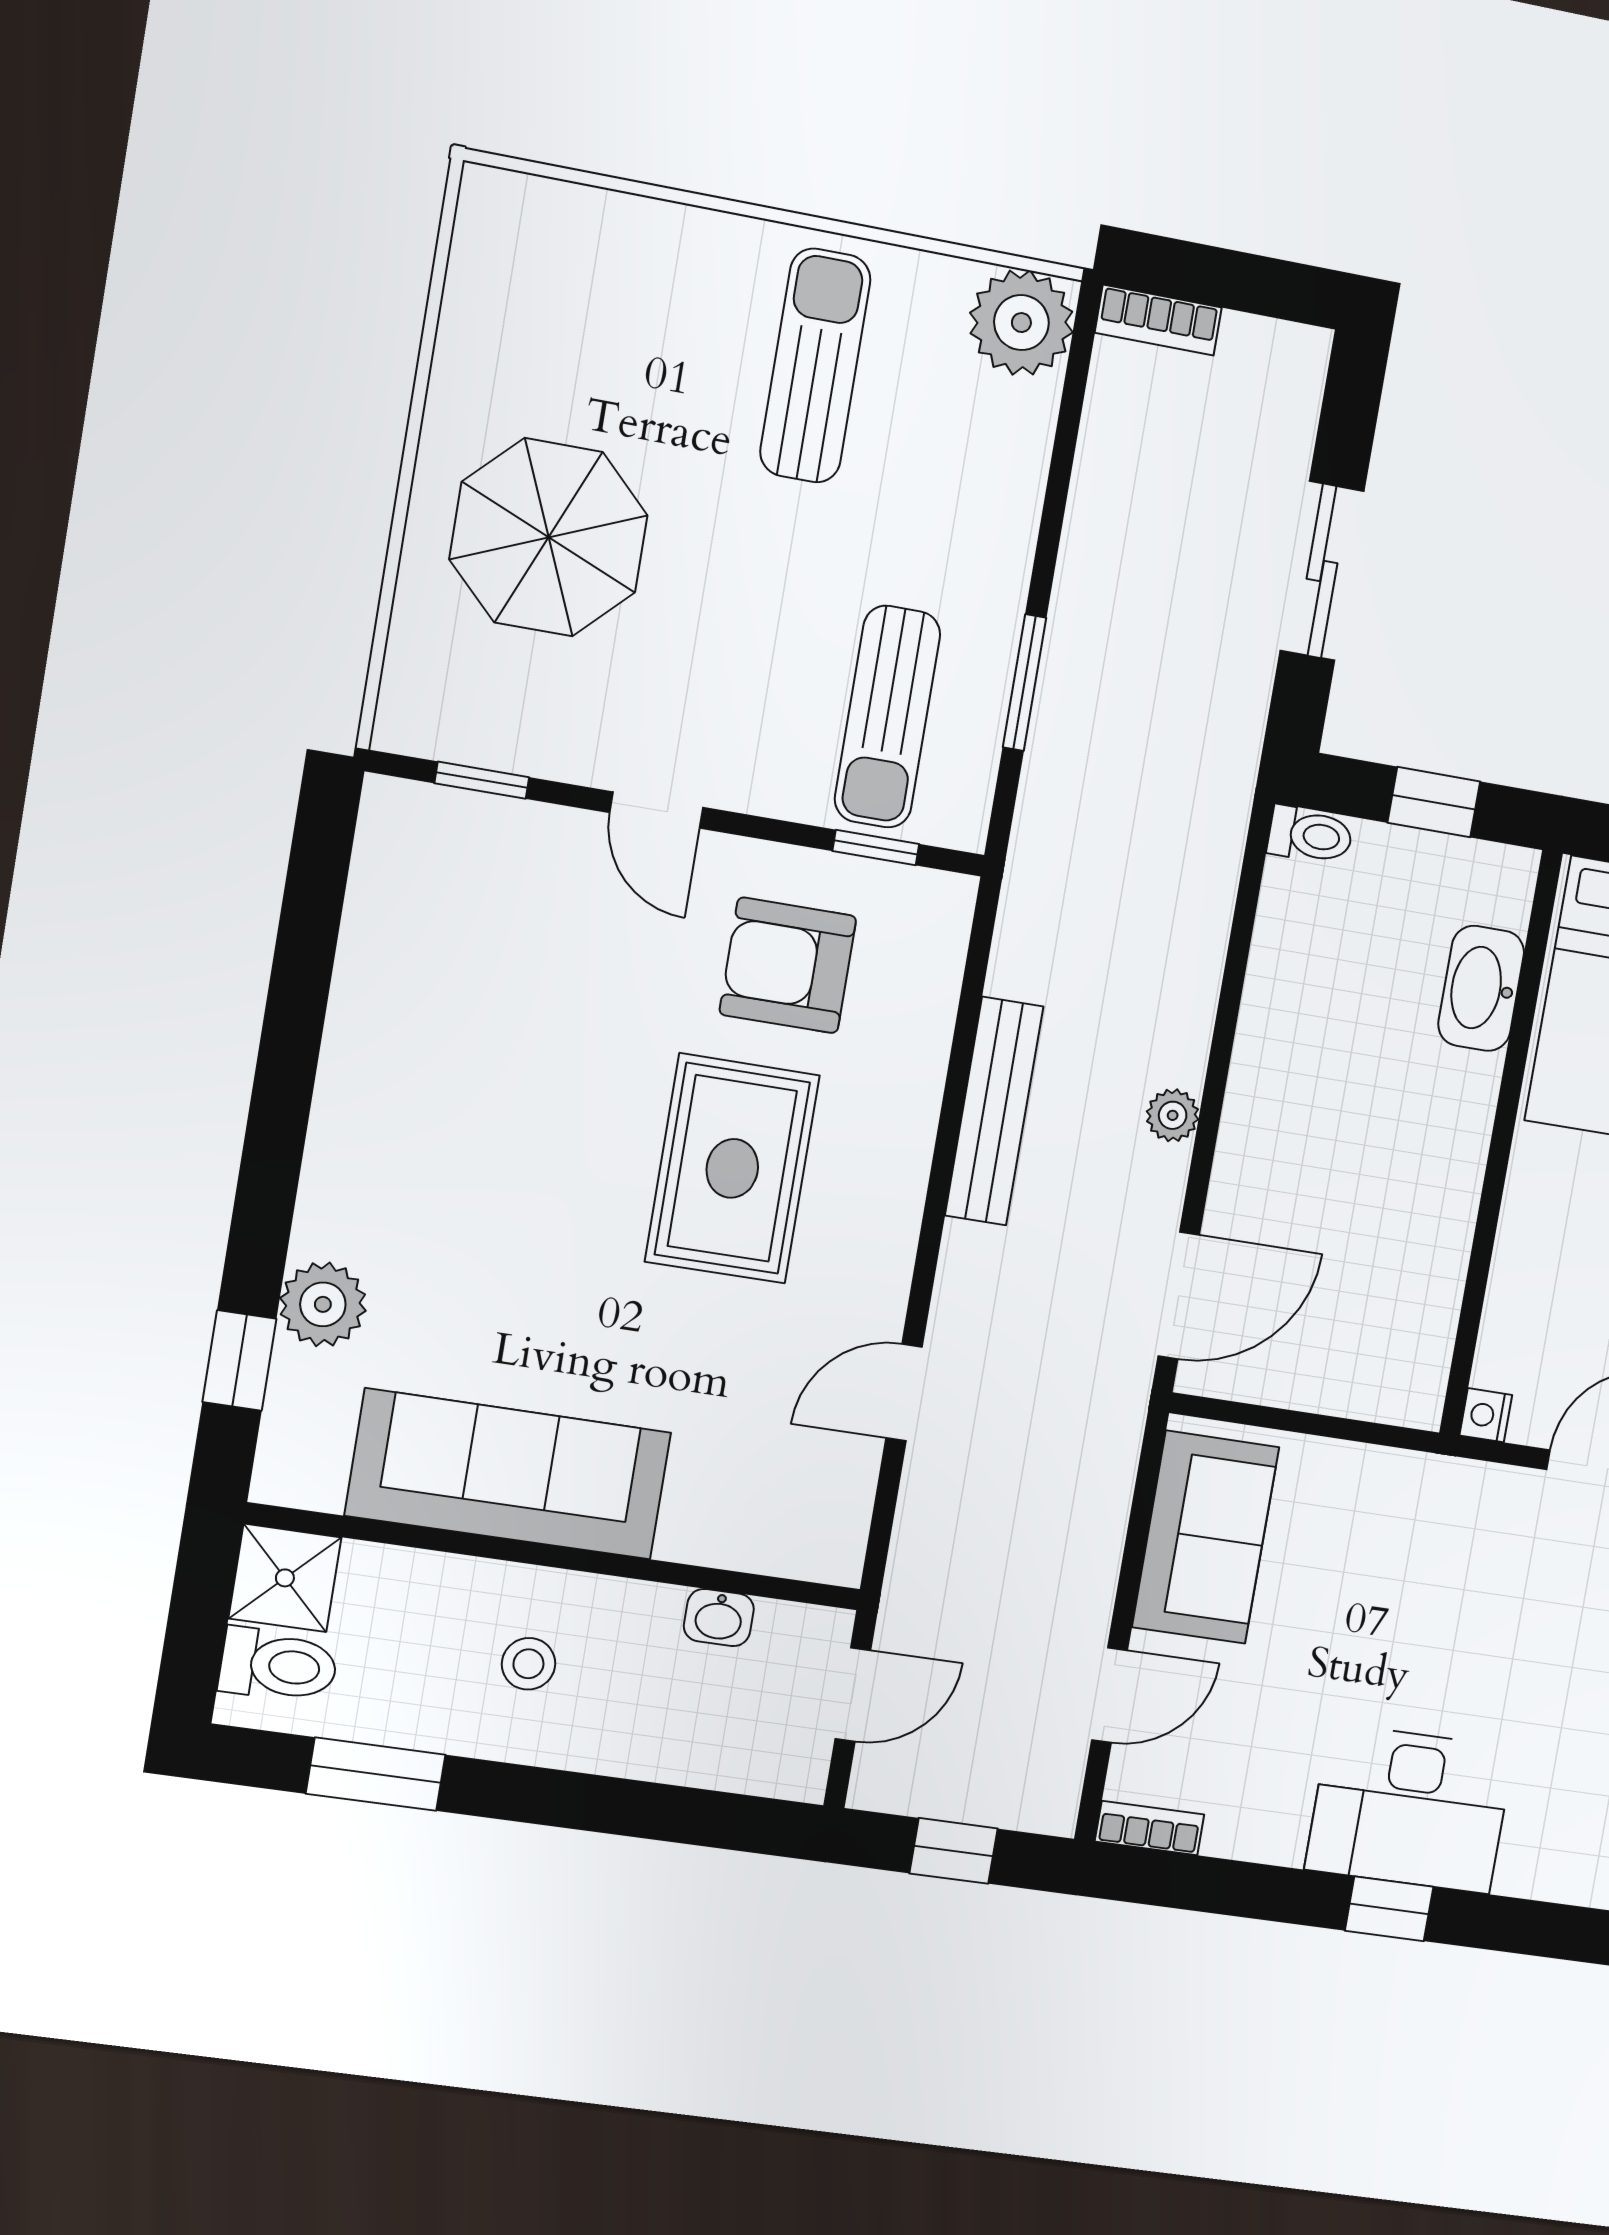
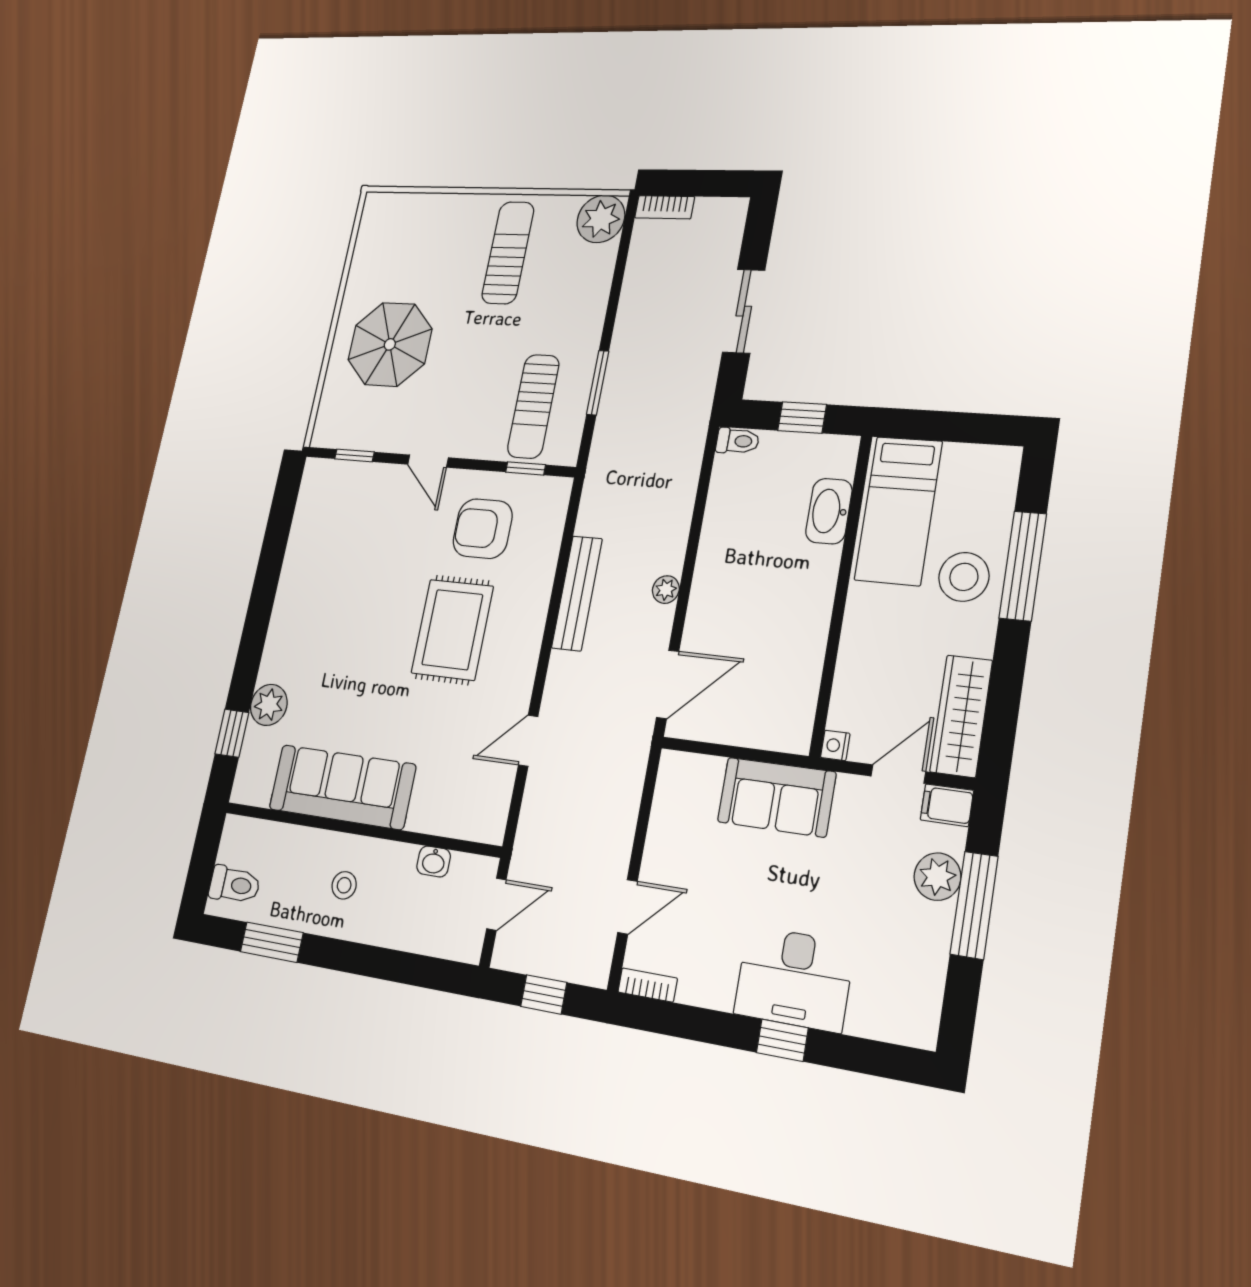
sofa: (1206, 1537) -> (777, 797), moved, turned 90
shower: (285, 1578) -> (241, 840), removed

